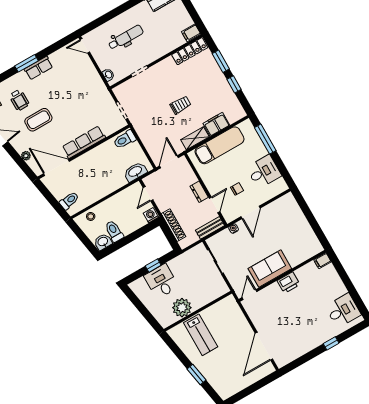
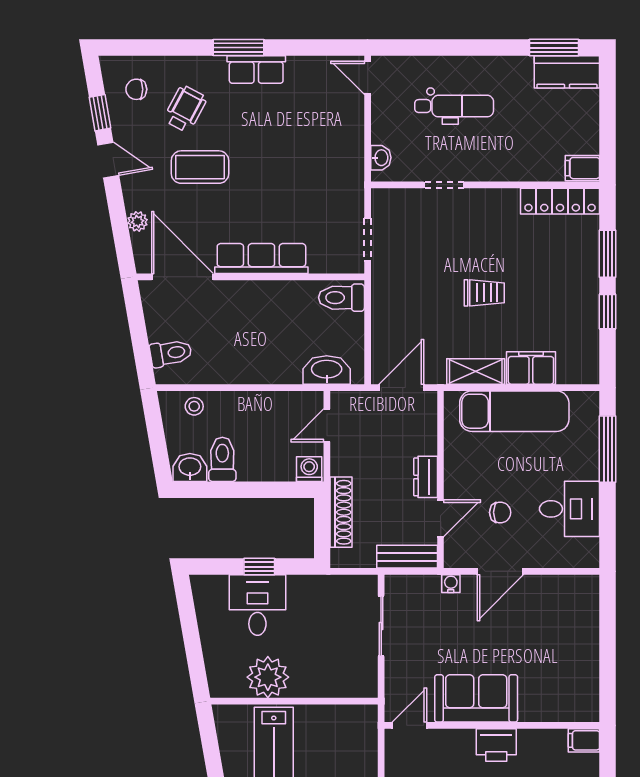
wheelchair: (19, 100) -> (185, 109), turned -152

